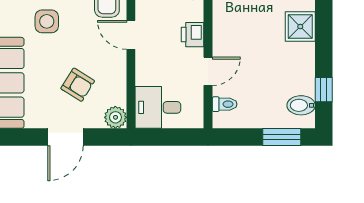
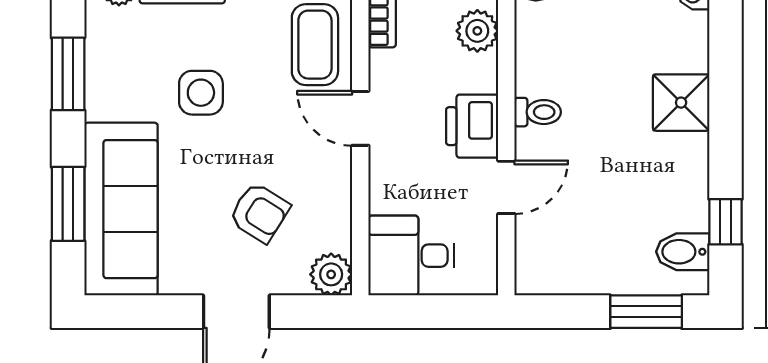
printer: (193, 35) -> (472, 126), width x1.36, depth x1.24
toilet: (225, 104) -> (538, 112), moved

